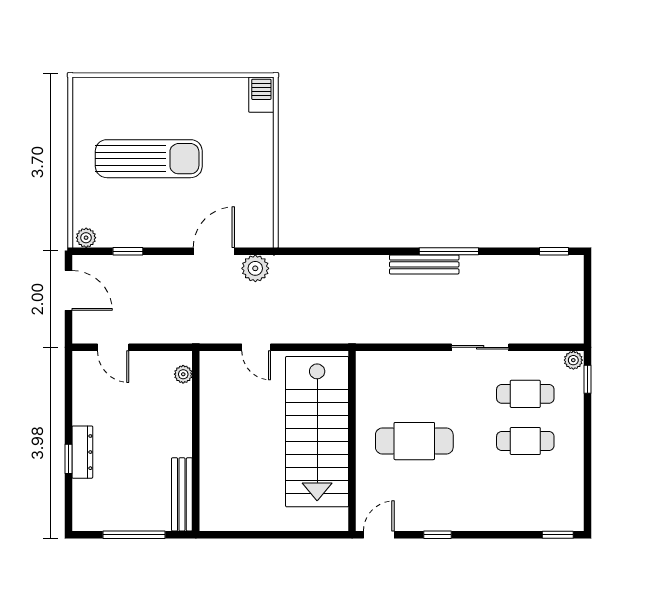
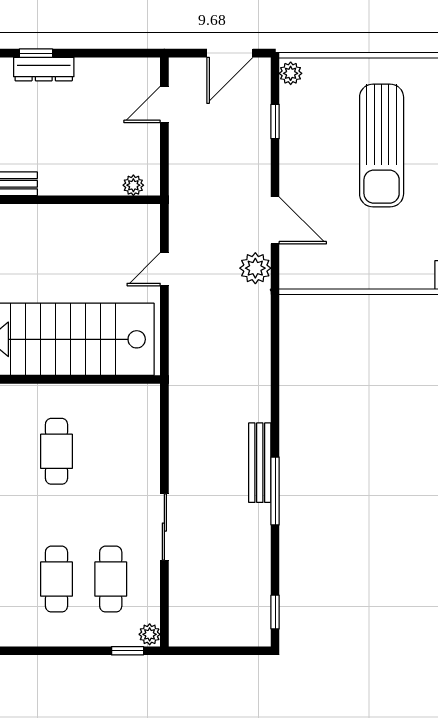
cafe table: (414, 441) -> (56, 451), width x0.73, depth x0.74

